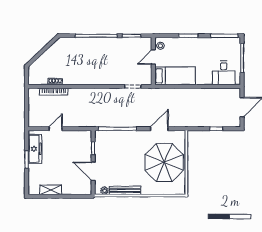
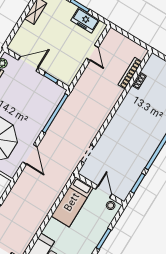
freezer: (35, 149) -> (85, 20), width x0.71

